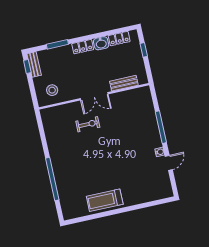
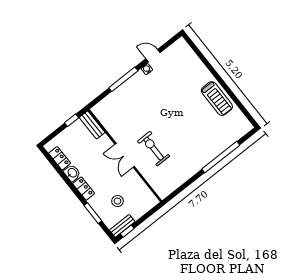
window: (144, 50) -> (72, 120), moved
bench: (124, 83) -> (92, 125), moved
stool: (52, 90) -> (118, 201), moved
double door: (94, 96) -> (125, 155), swing flipped
exercise bike: (88, 124) -> (154, 149), width x1.38, depth x1.39

